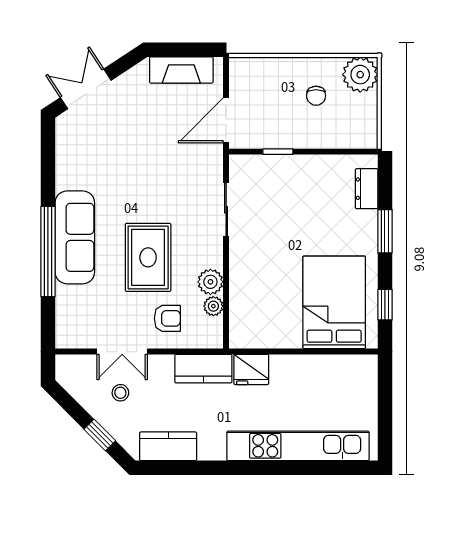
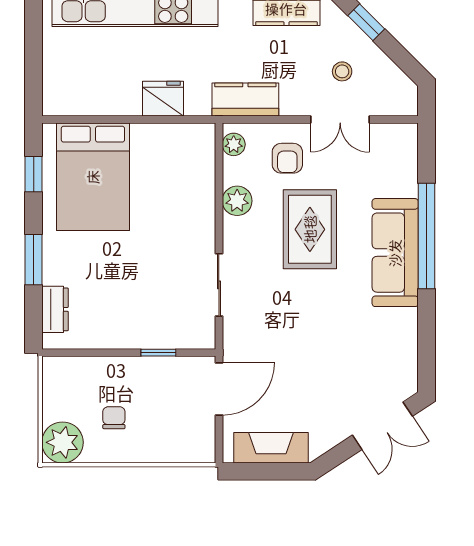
plant: (213, 306) -> (234, 144), moved
armchair: (167, 318) -> (287, 158), turned -90
double door: (122, 352) -> (340, 119), swing flipped
fridge: (251, 369) -> (163, 99), moved

